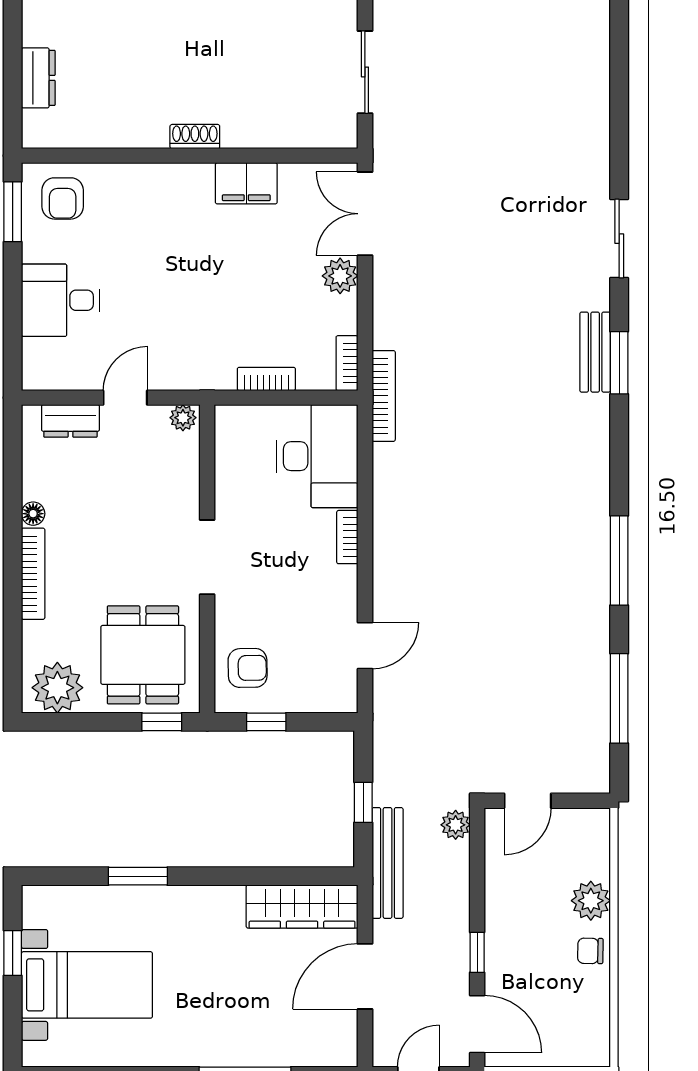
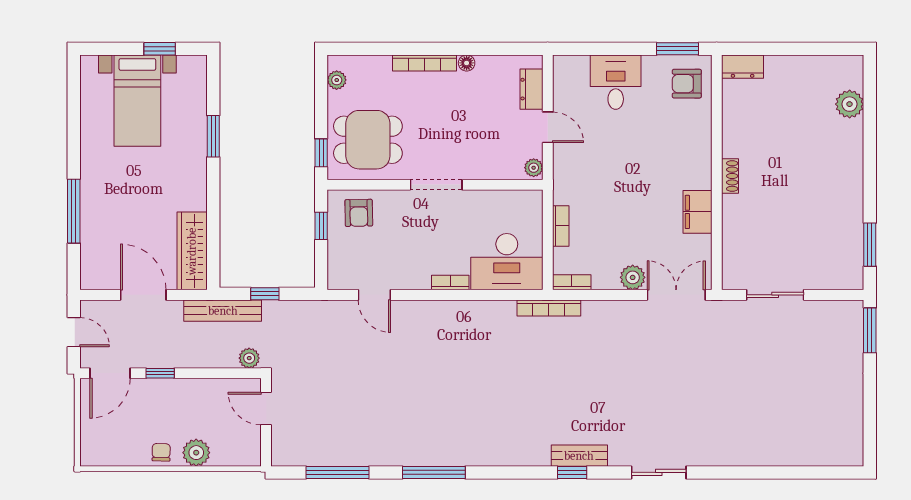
dresser: (38, 78) -> (743, 67), moved
window: (619, 363) -> (572, 472), width x0.67
plant: (57, 688) -> (337, 80), width x0.53, depth x0.53

